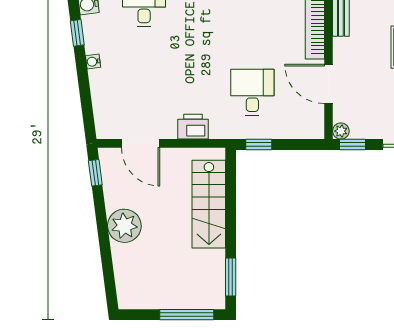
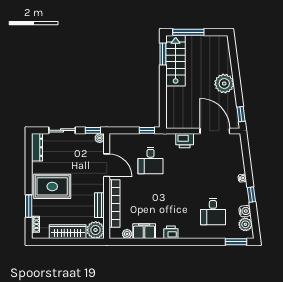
door: (141, 143) -> (215, 131), width x1.36
stairs: (209, 204) -> (176, 61), moved

